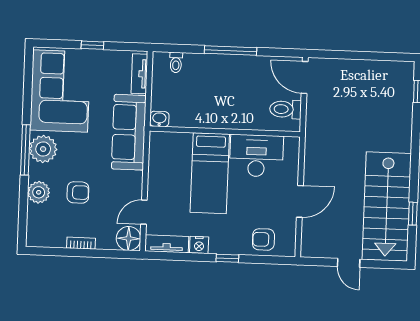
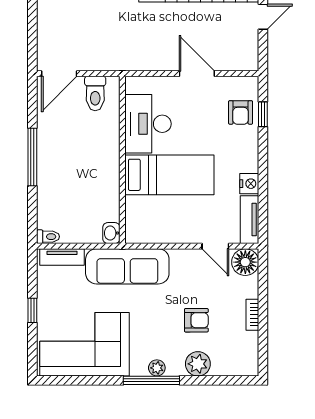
toilet: (176, 62) -> (48, 237), moved
plant: (43, 149) -> (157, 368), width x0.53, depth x0.53
armchair: (78, 192) -> (196, 320), turned 90
window: (227, 258) -> (263, 114), moved

